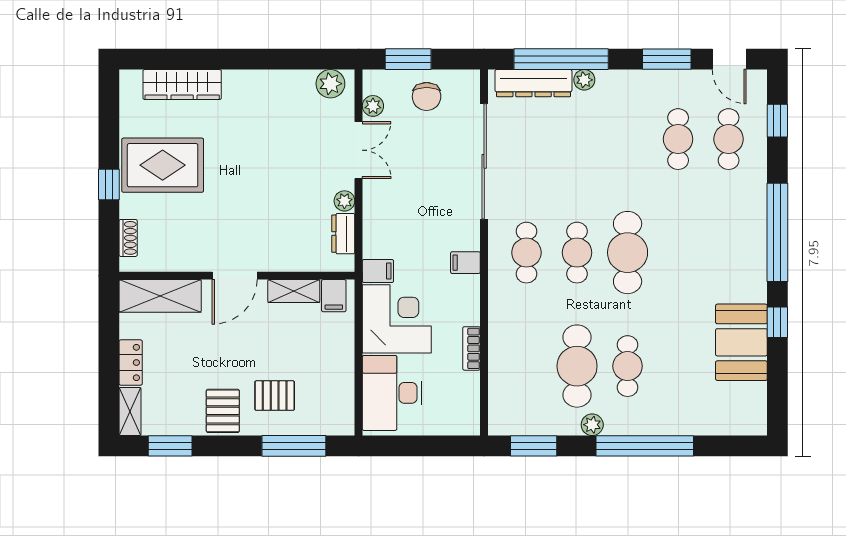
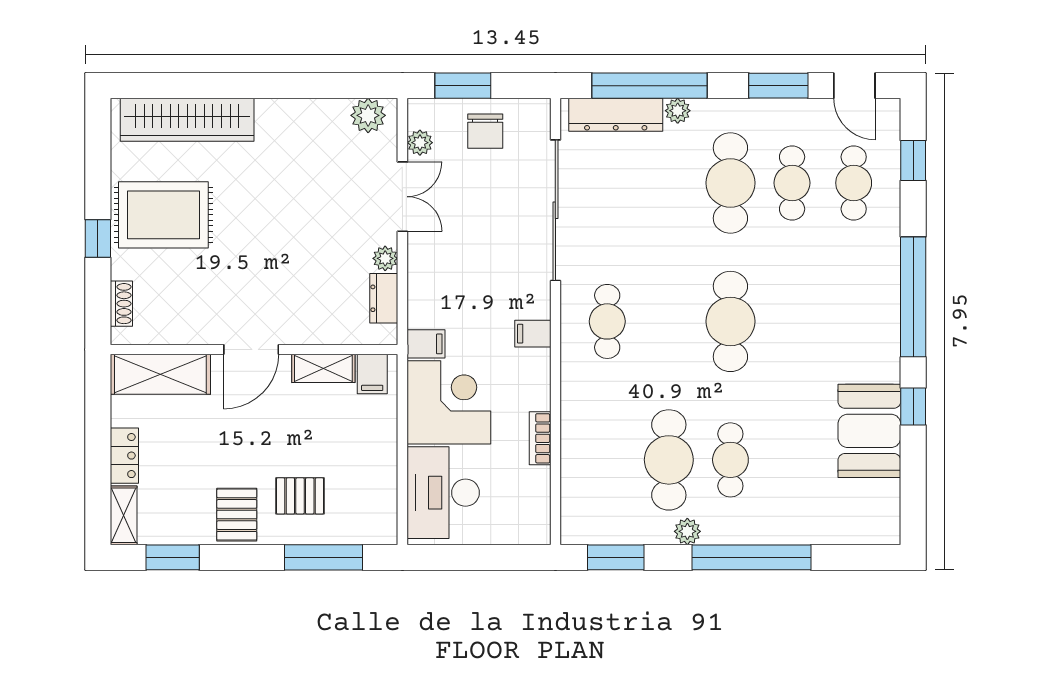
wardrobe: (182, 85) -> (187, 120), width x1.40, depth x1.17
cafe table: (577, 253) -> (730, 183), moved, width x1.37, depth x1.35

